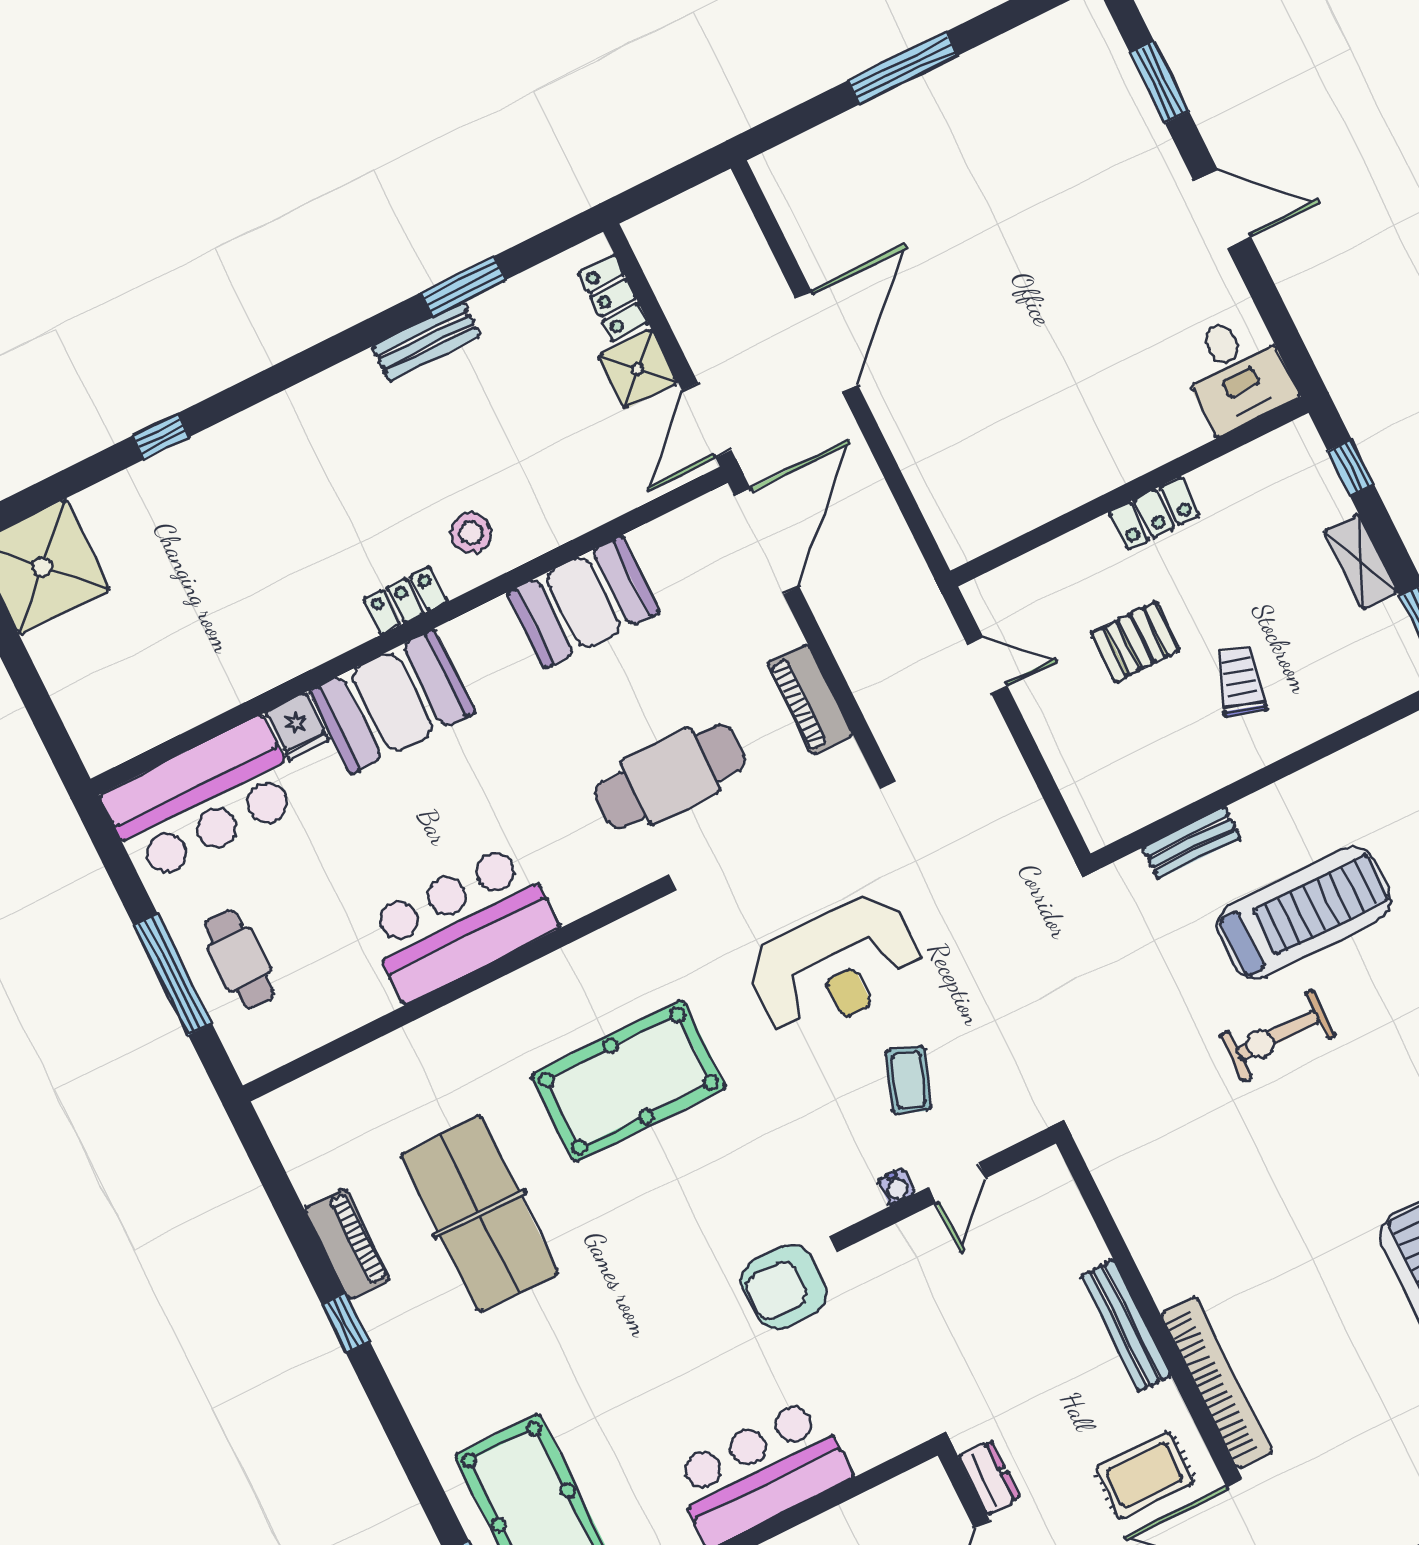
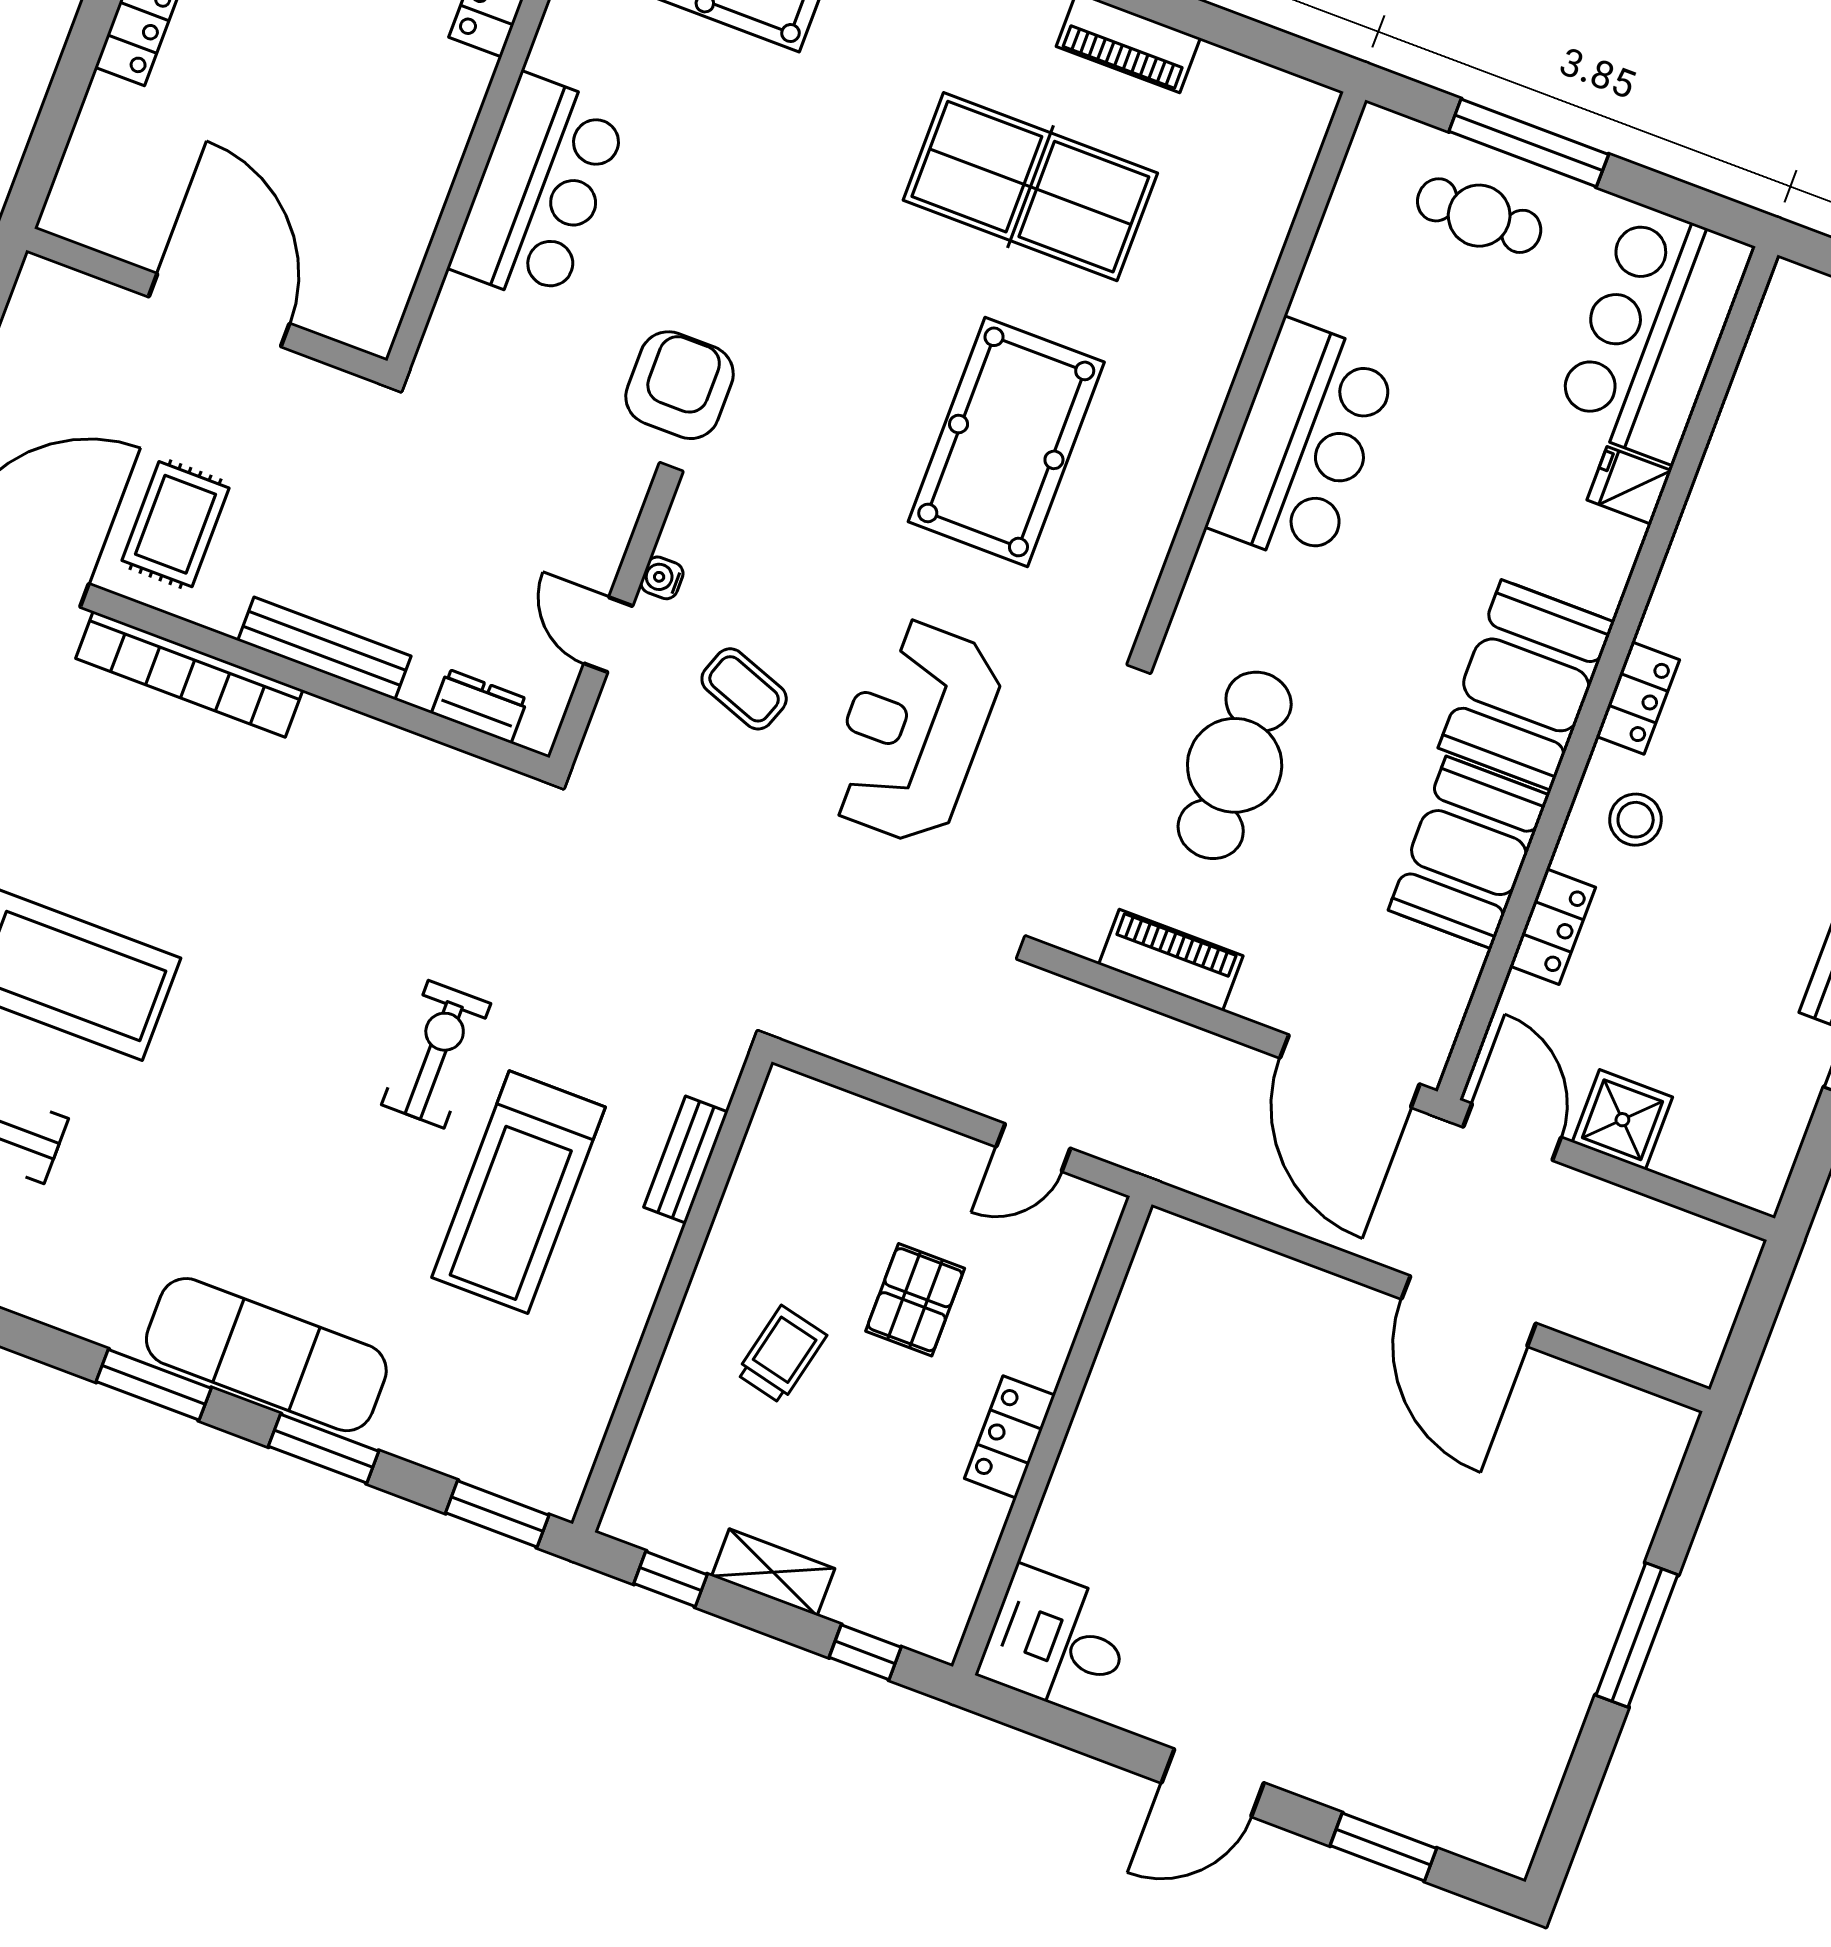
locker: (613, 298) -> (1553, 927), moved, turned 90
trolley: (1241, 681) -> (781, 1355), turned -94
booth: (392, 702) -> (1526, 685), moved
dresser: (989, 1478) -> (479, 706), moved, turned 180

